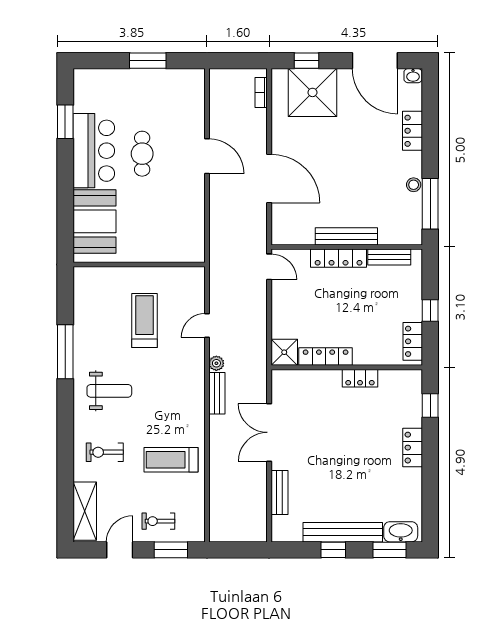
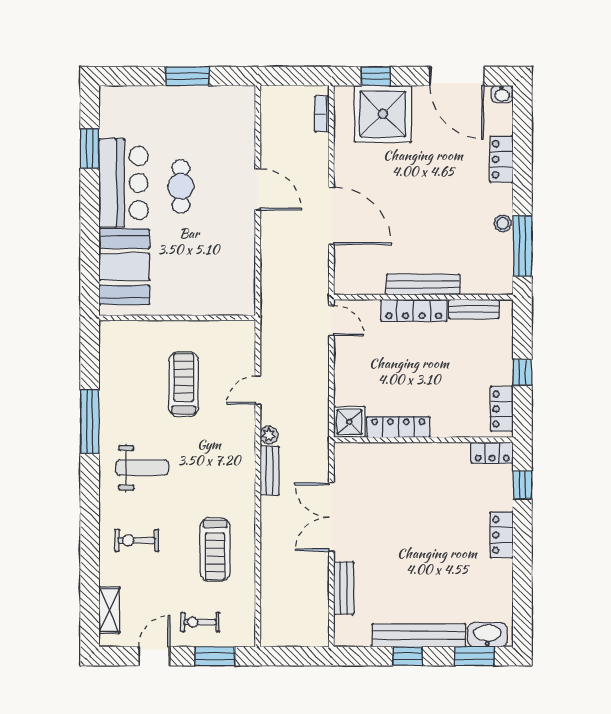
locker: (360, 378) -> (492, 453), moved
treadmill: (171, 460) -> (215, 549), turned -90
shelving: (85, 511) -> (109, 610), width x0.67, depth x0.75

